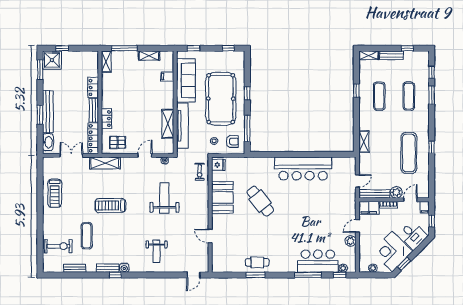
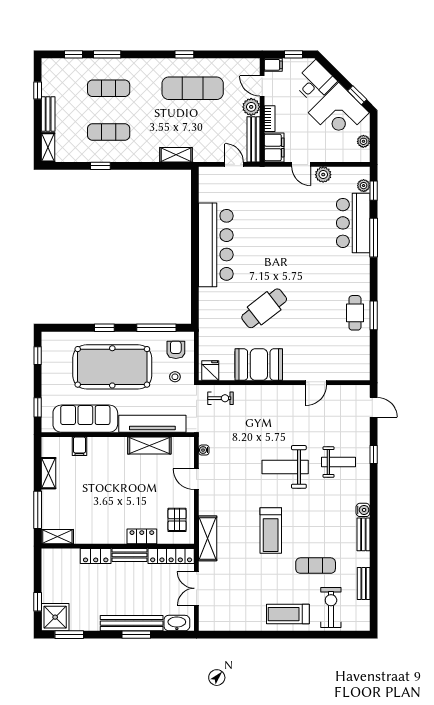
treadmill: (55, 193) -> (288, 614), moved, turned 180
weight bench: (164, 198) -> (285, 467), moved
window: (115, 275) -> (374, 454), moved

